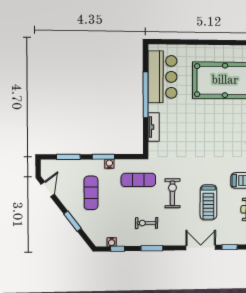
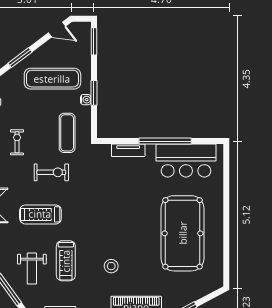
window: (68, 157) -> (94, 41), moved
exercise mat: (91, 193) -> (52, 79), width x1.36, depth x1.45

